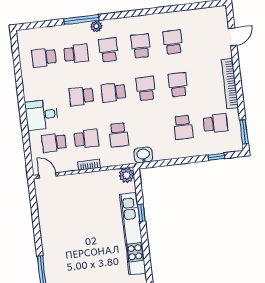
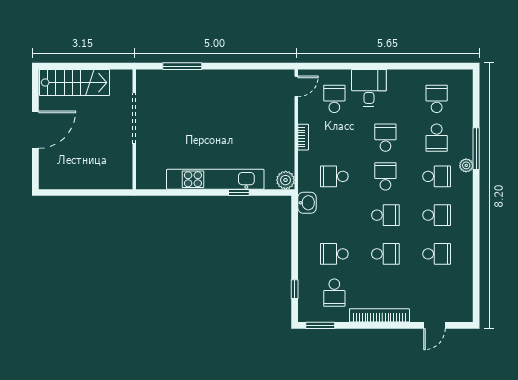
door: (233, 37) -> (434, 325), hinge flipped
school desk: (86, 139) -> (334, 138), removed

